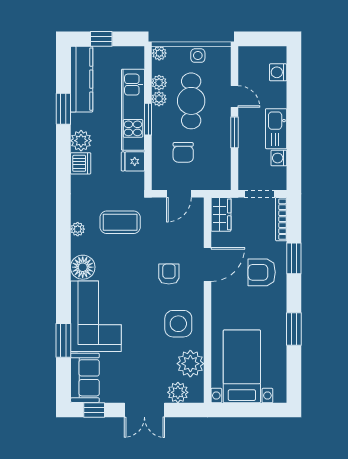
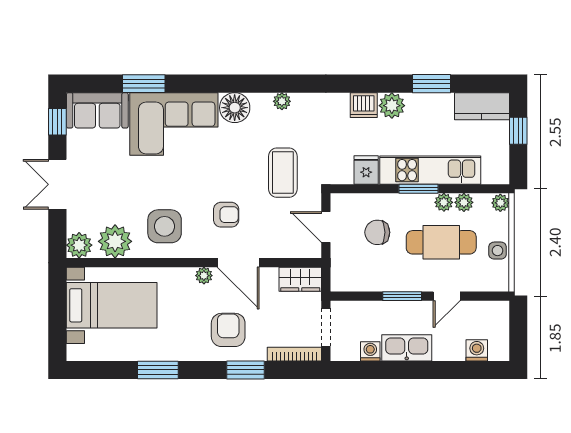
kitchen counter: (82, 79) -> (482, 106), width x0.67
coffee table: (120, 222) -> (283, 173), moved
plant: (218, 292) -> (204, 276), added
plant: (178, 392) -> (79, 245), moved

